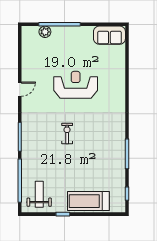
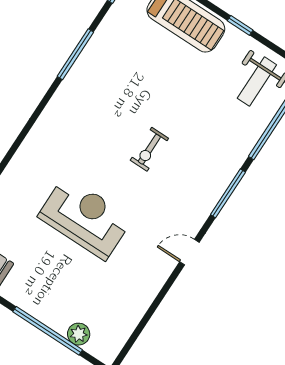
reception desk: (76, 85) -> (85, 218), turned 180
door: (20, 89) -> (189, 252), moved

